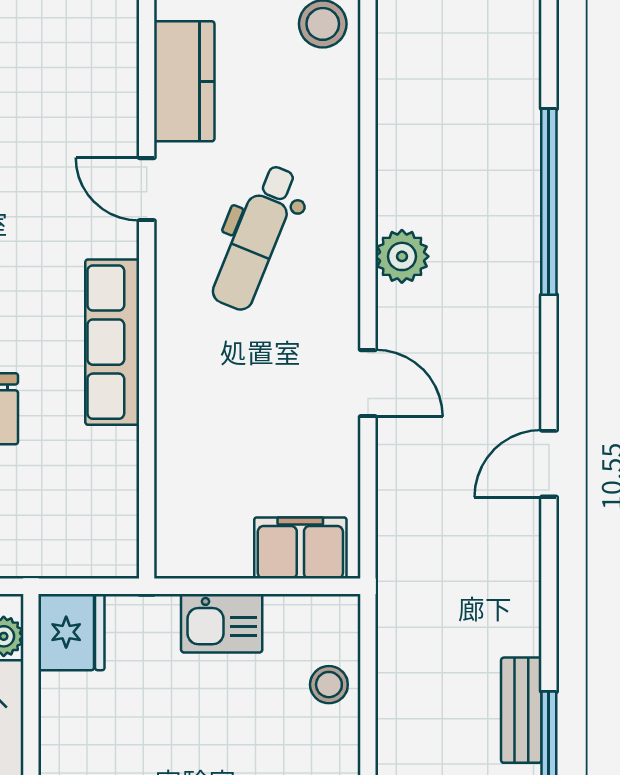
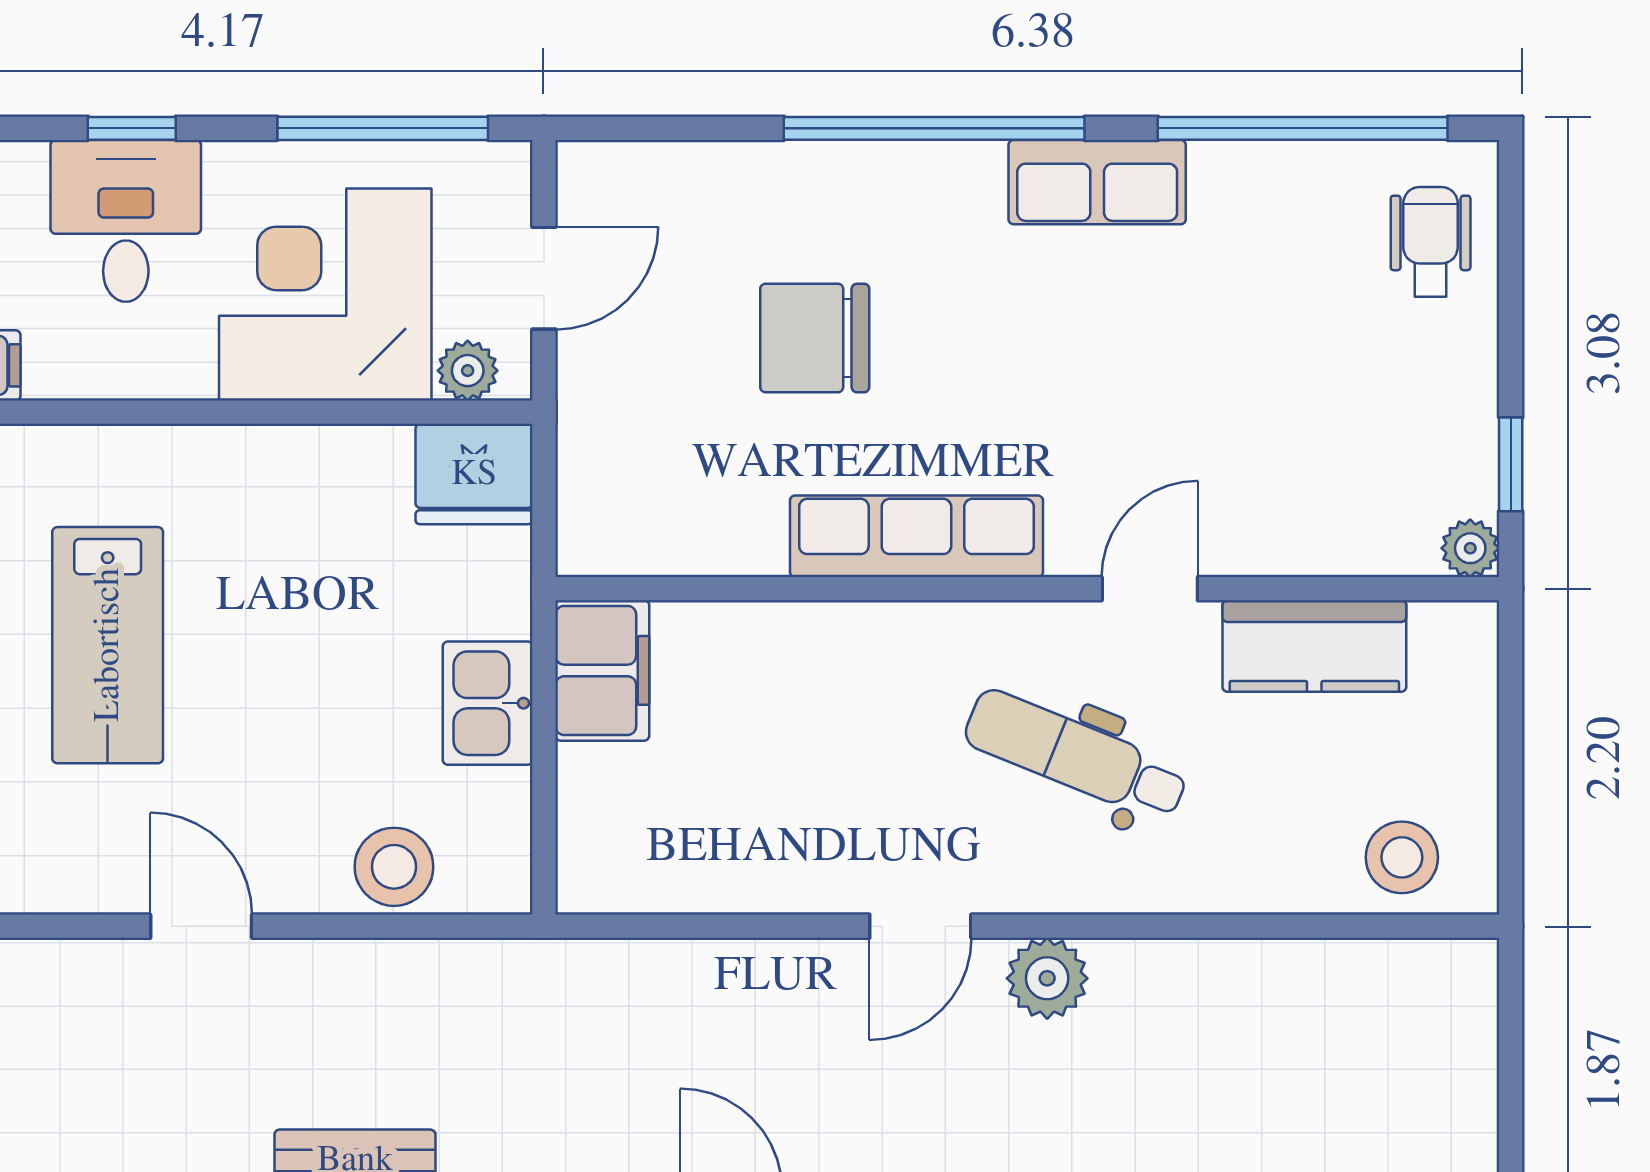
door: (368, 383) -> (920, 926), moved
filing cabinet: (300, 548) -> (602, 670), moved
stool: (329, 685) -> (394, 867), width x1.37, depth x1.37

